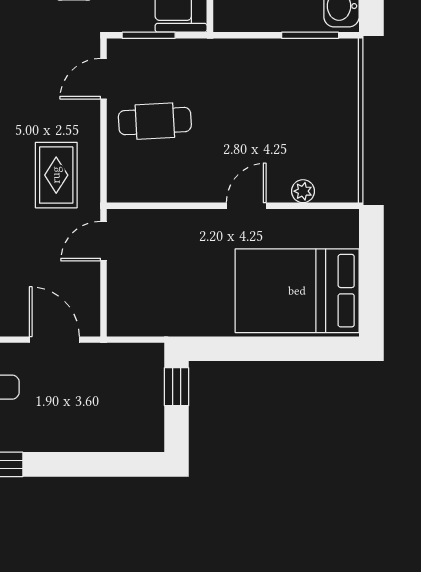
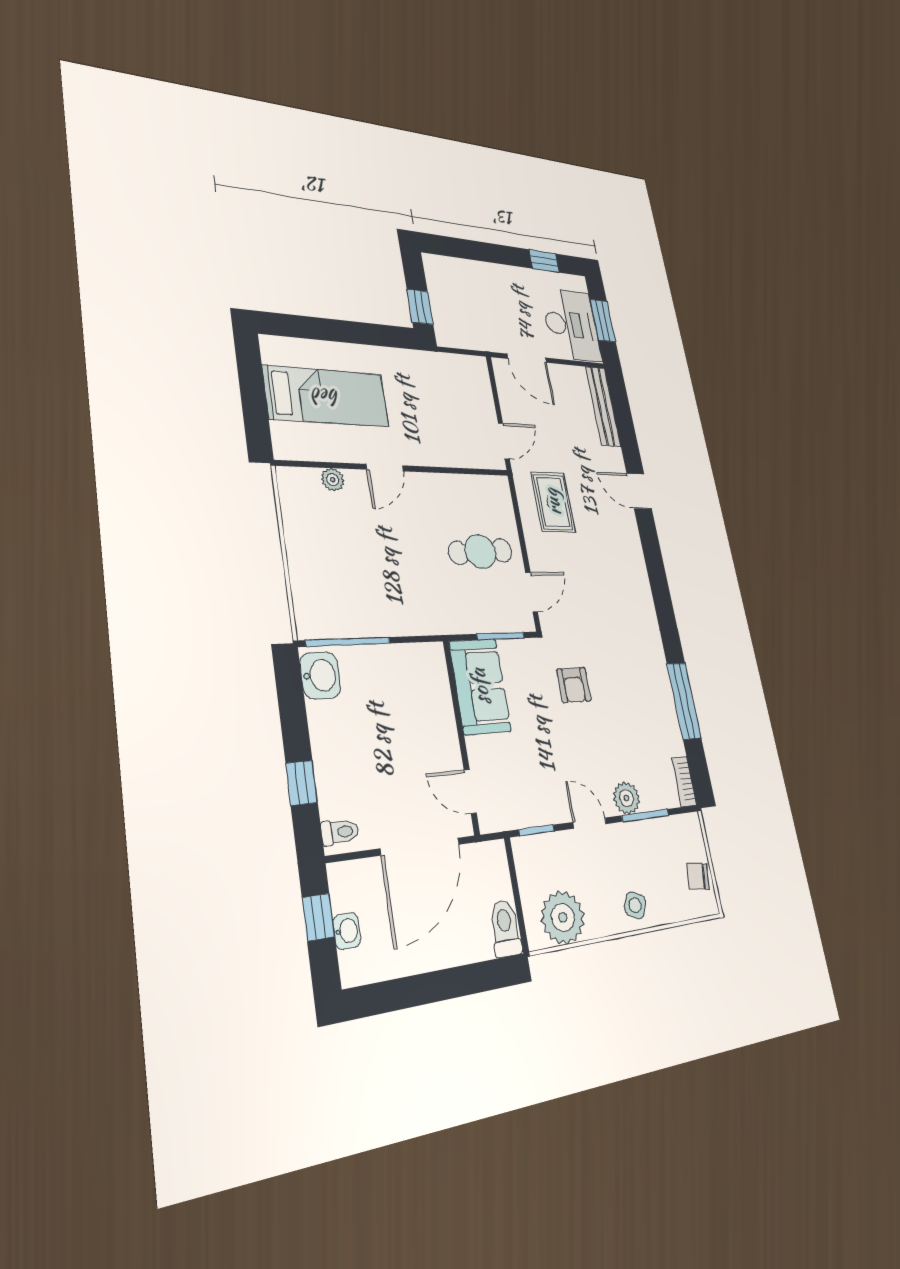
window: (310, 35) -> (348, 642), width x1.44
bed: (297, 291) -> (326, 396), width x0.67

